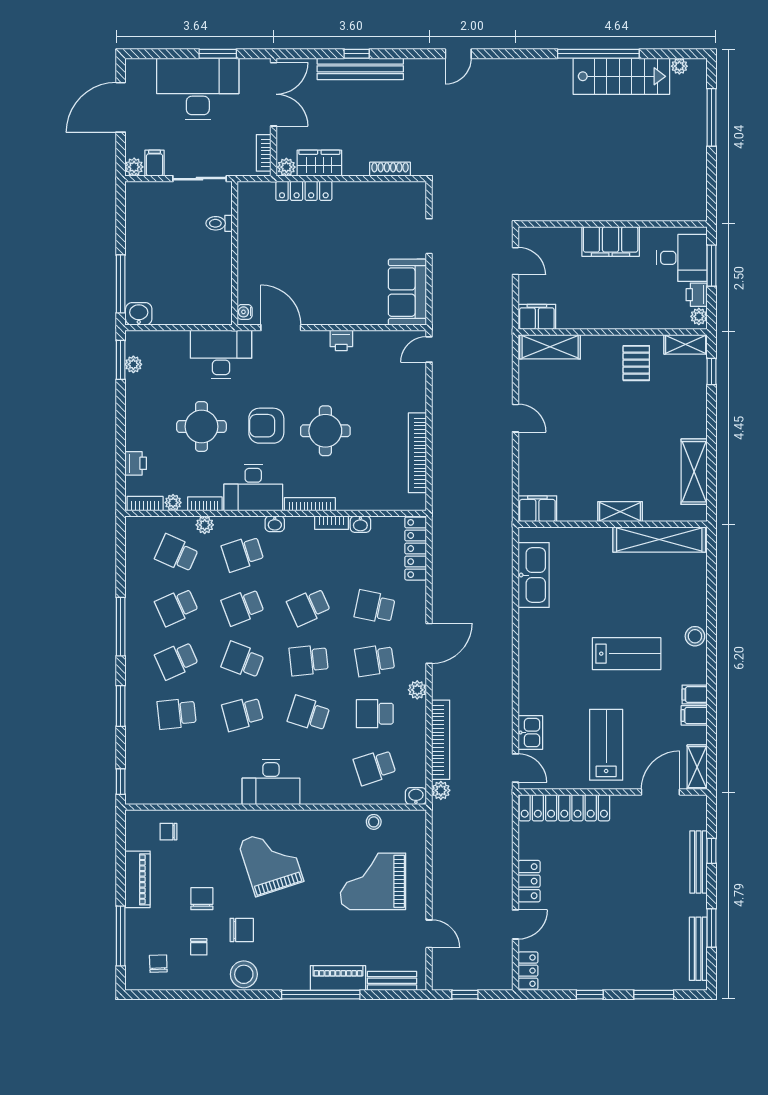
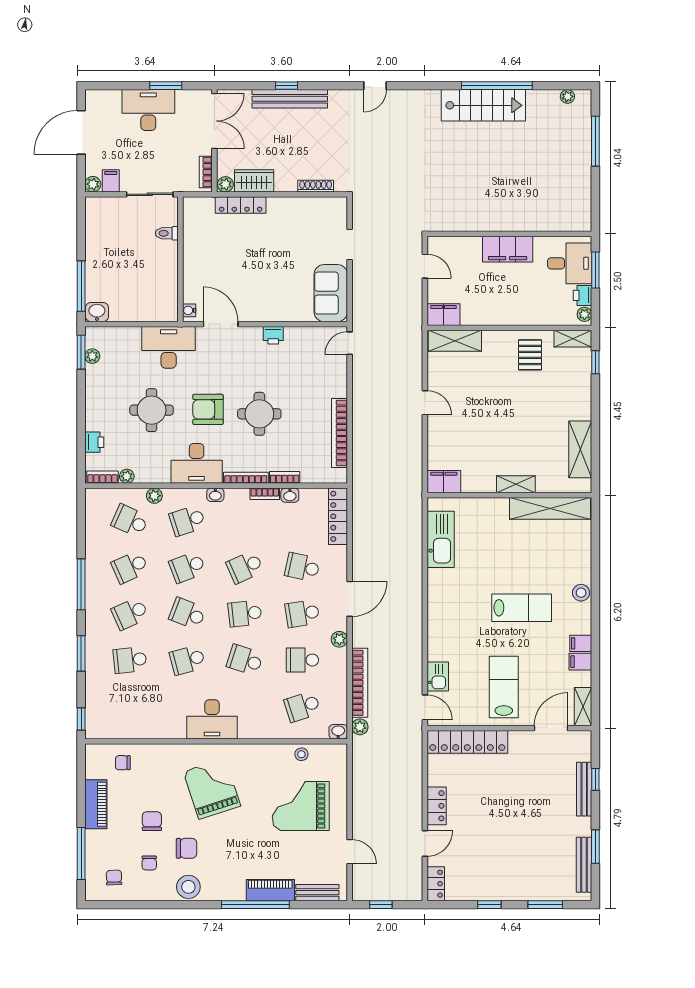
stairs: (621, 76) -> (483, 105), moved
desk: (198, 89) -> (148, 110), width x0.73, depth x0.77
bookcase: (205, 504) -> (285, 477), moved

